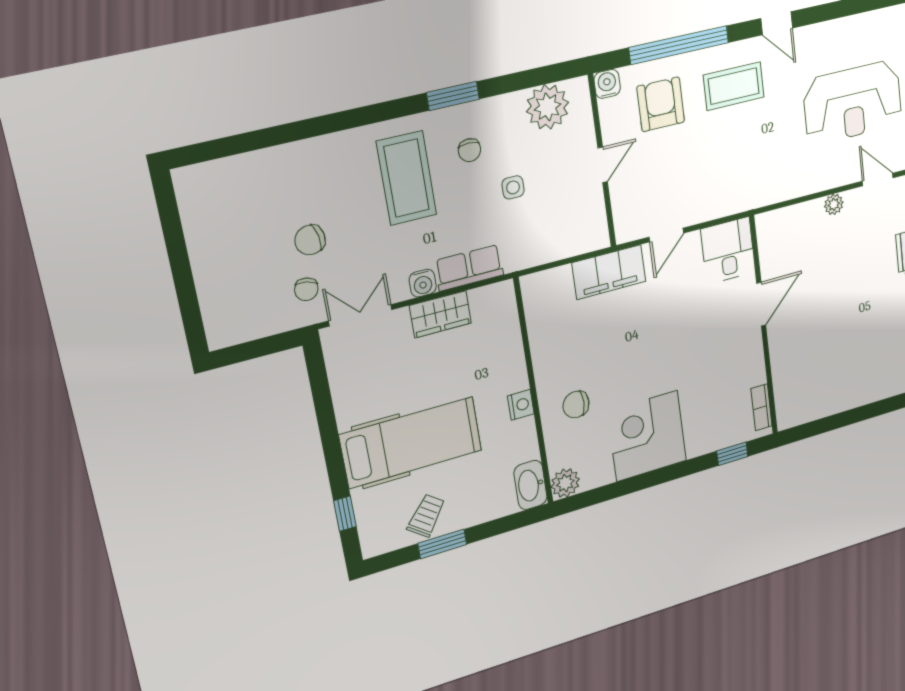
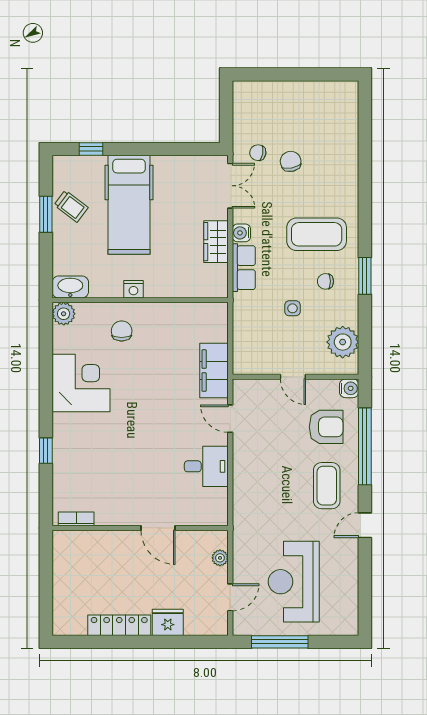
door: (761, 304) -> (158, 528), moved
wall: (764, 326) -> (140, 528), moved
bookcase: (762, 407) -> (76, 519), moved

